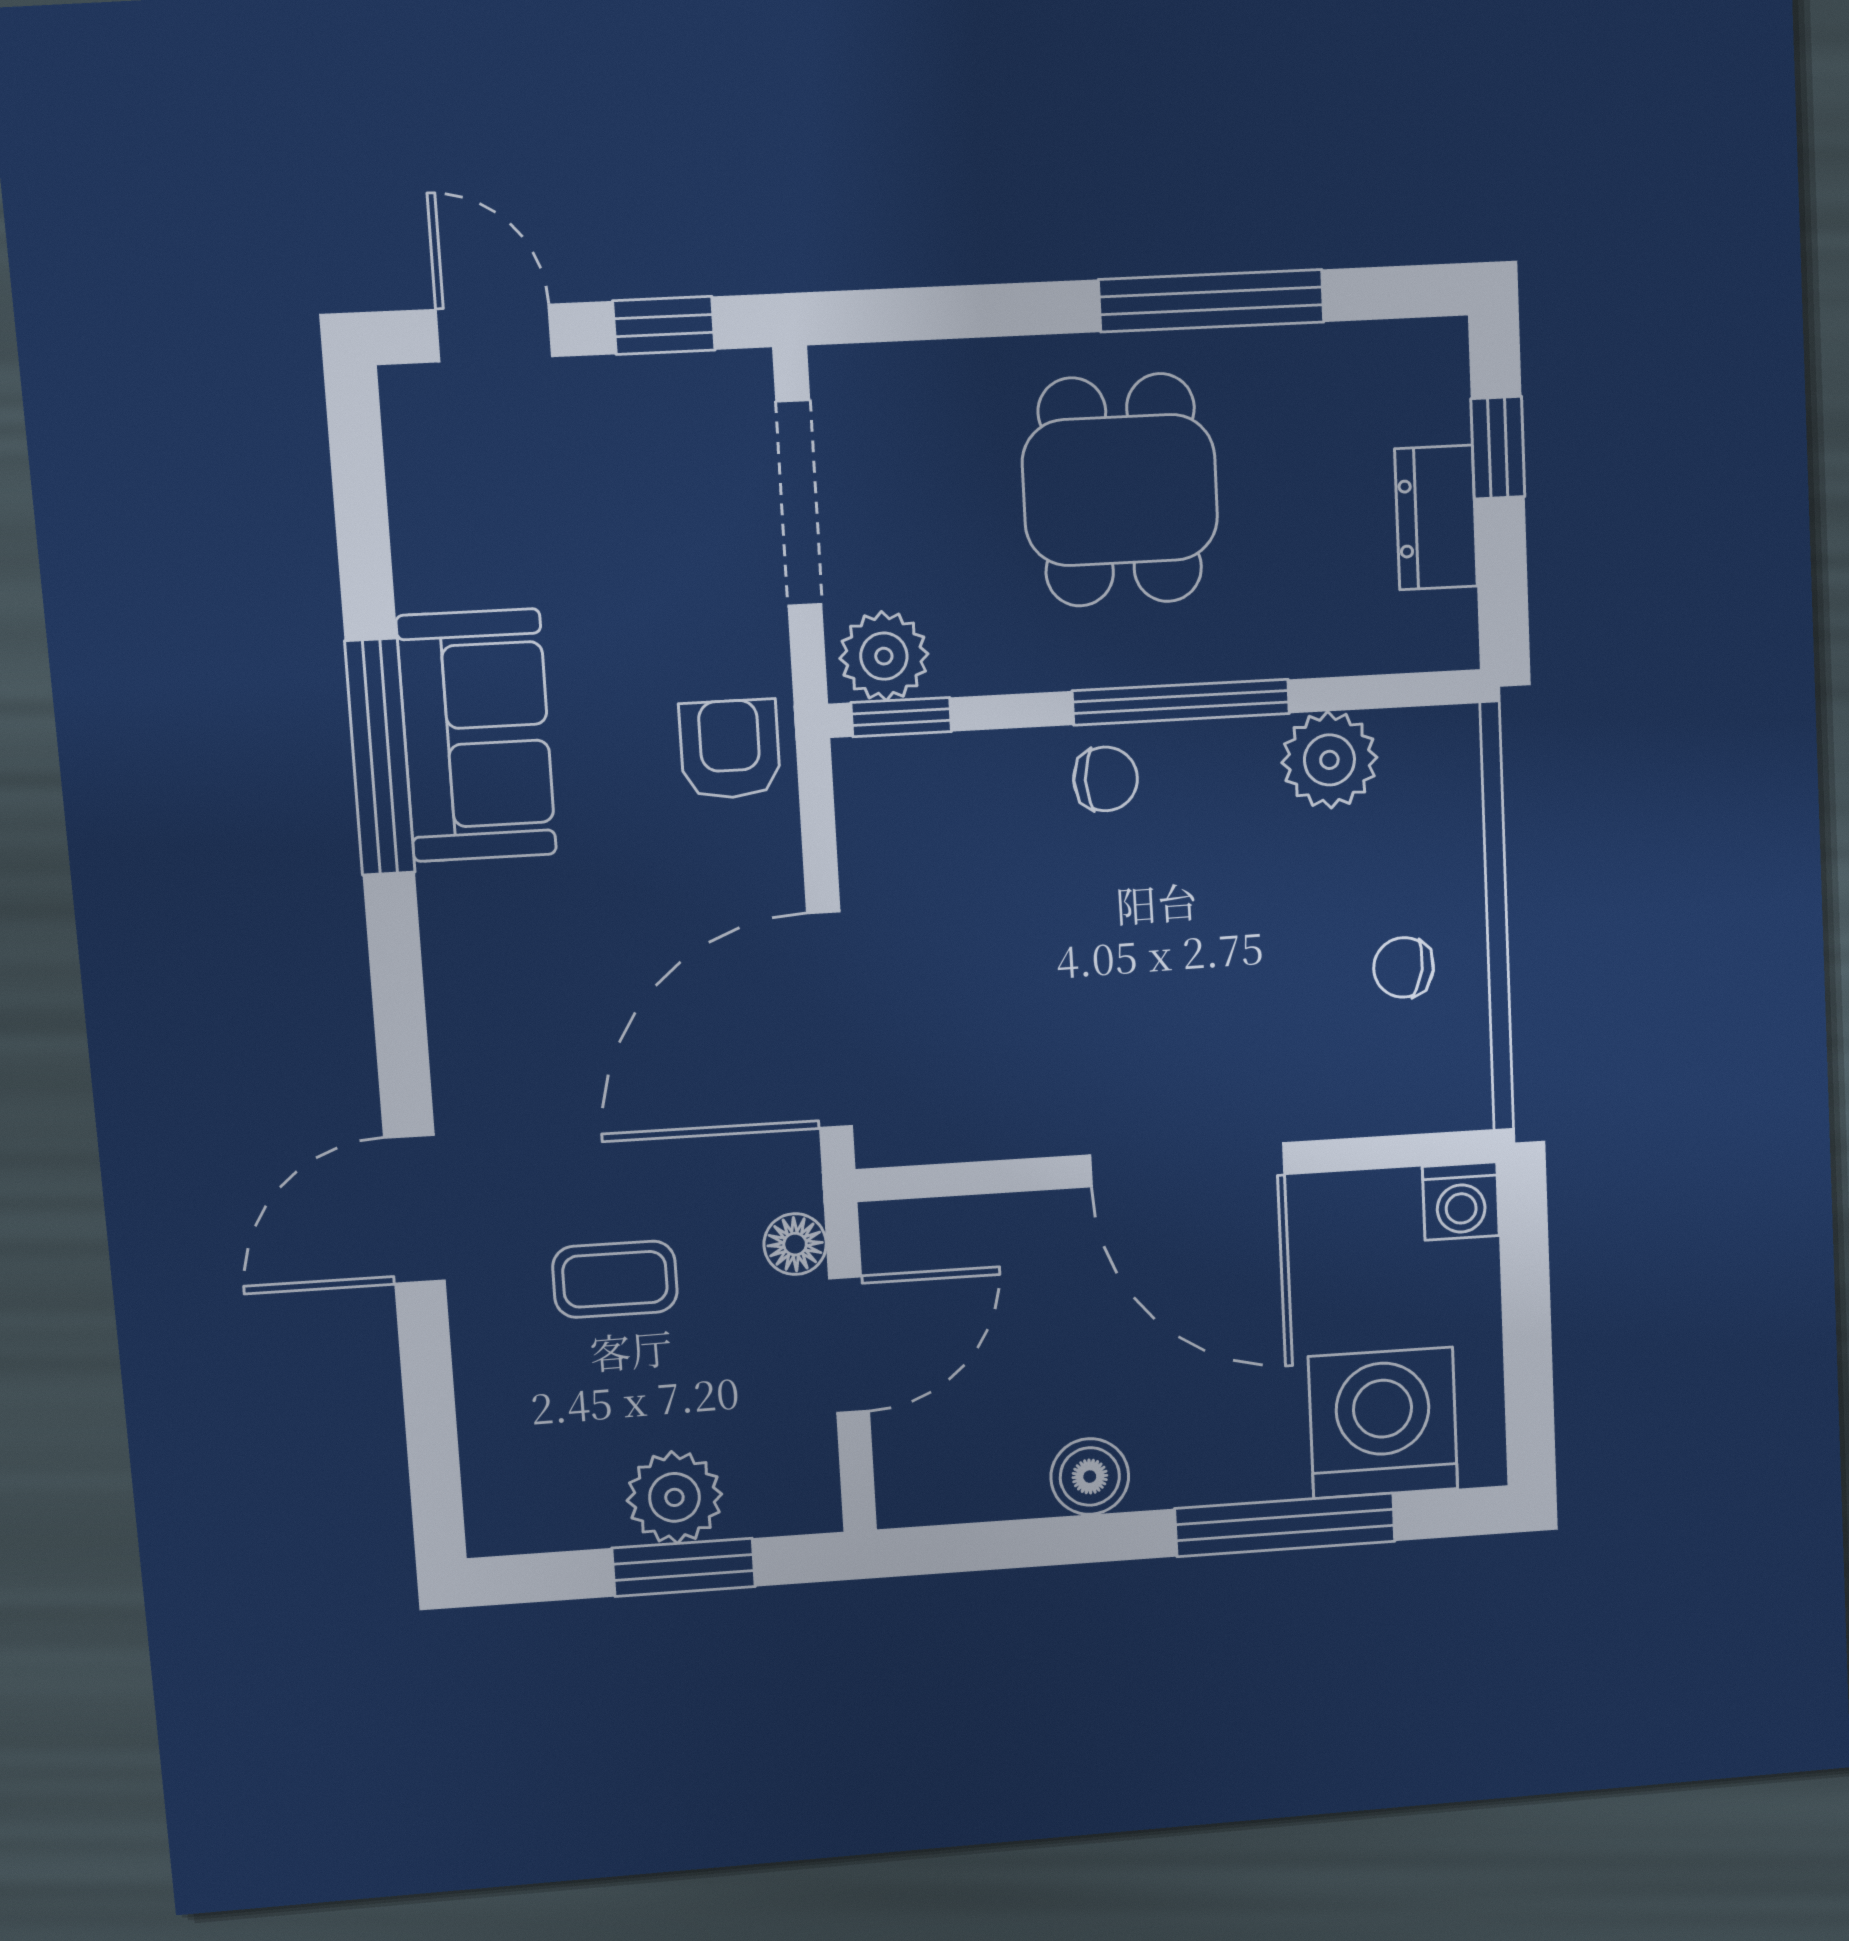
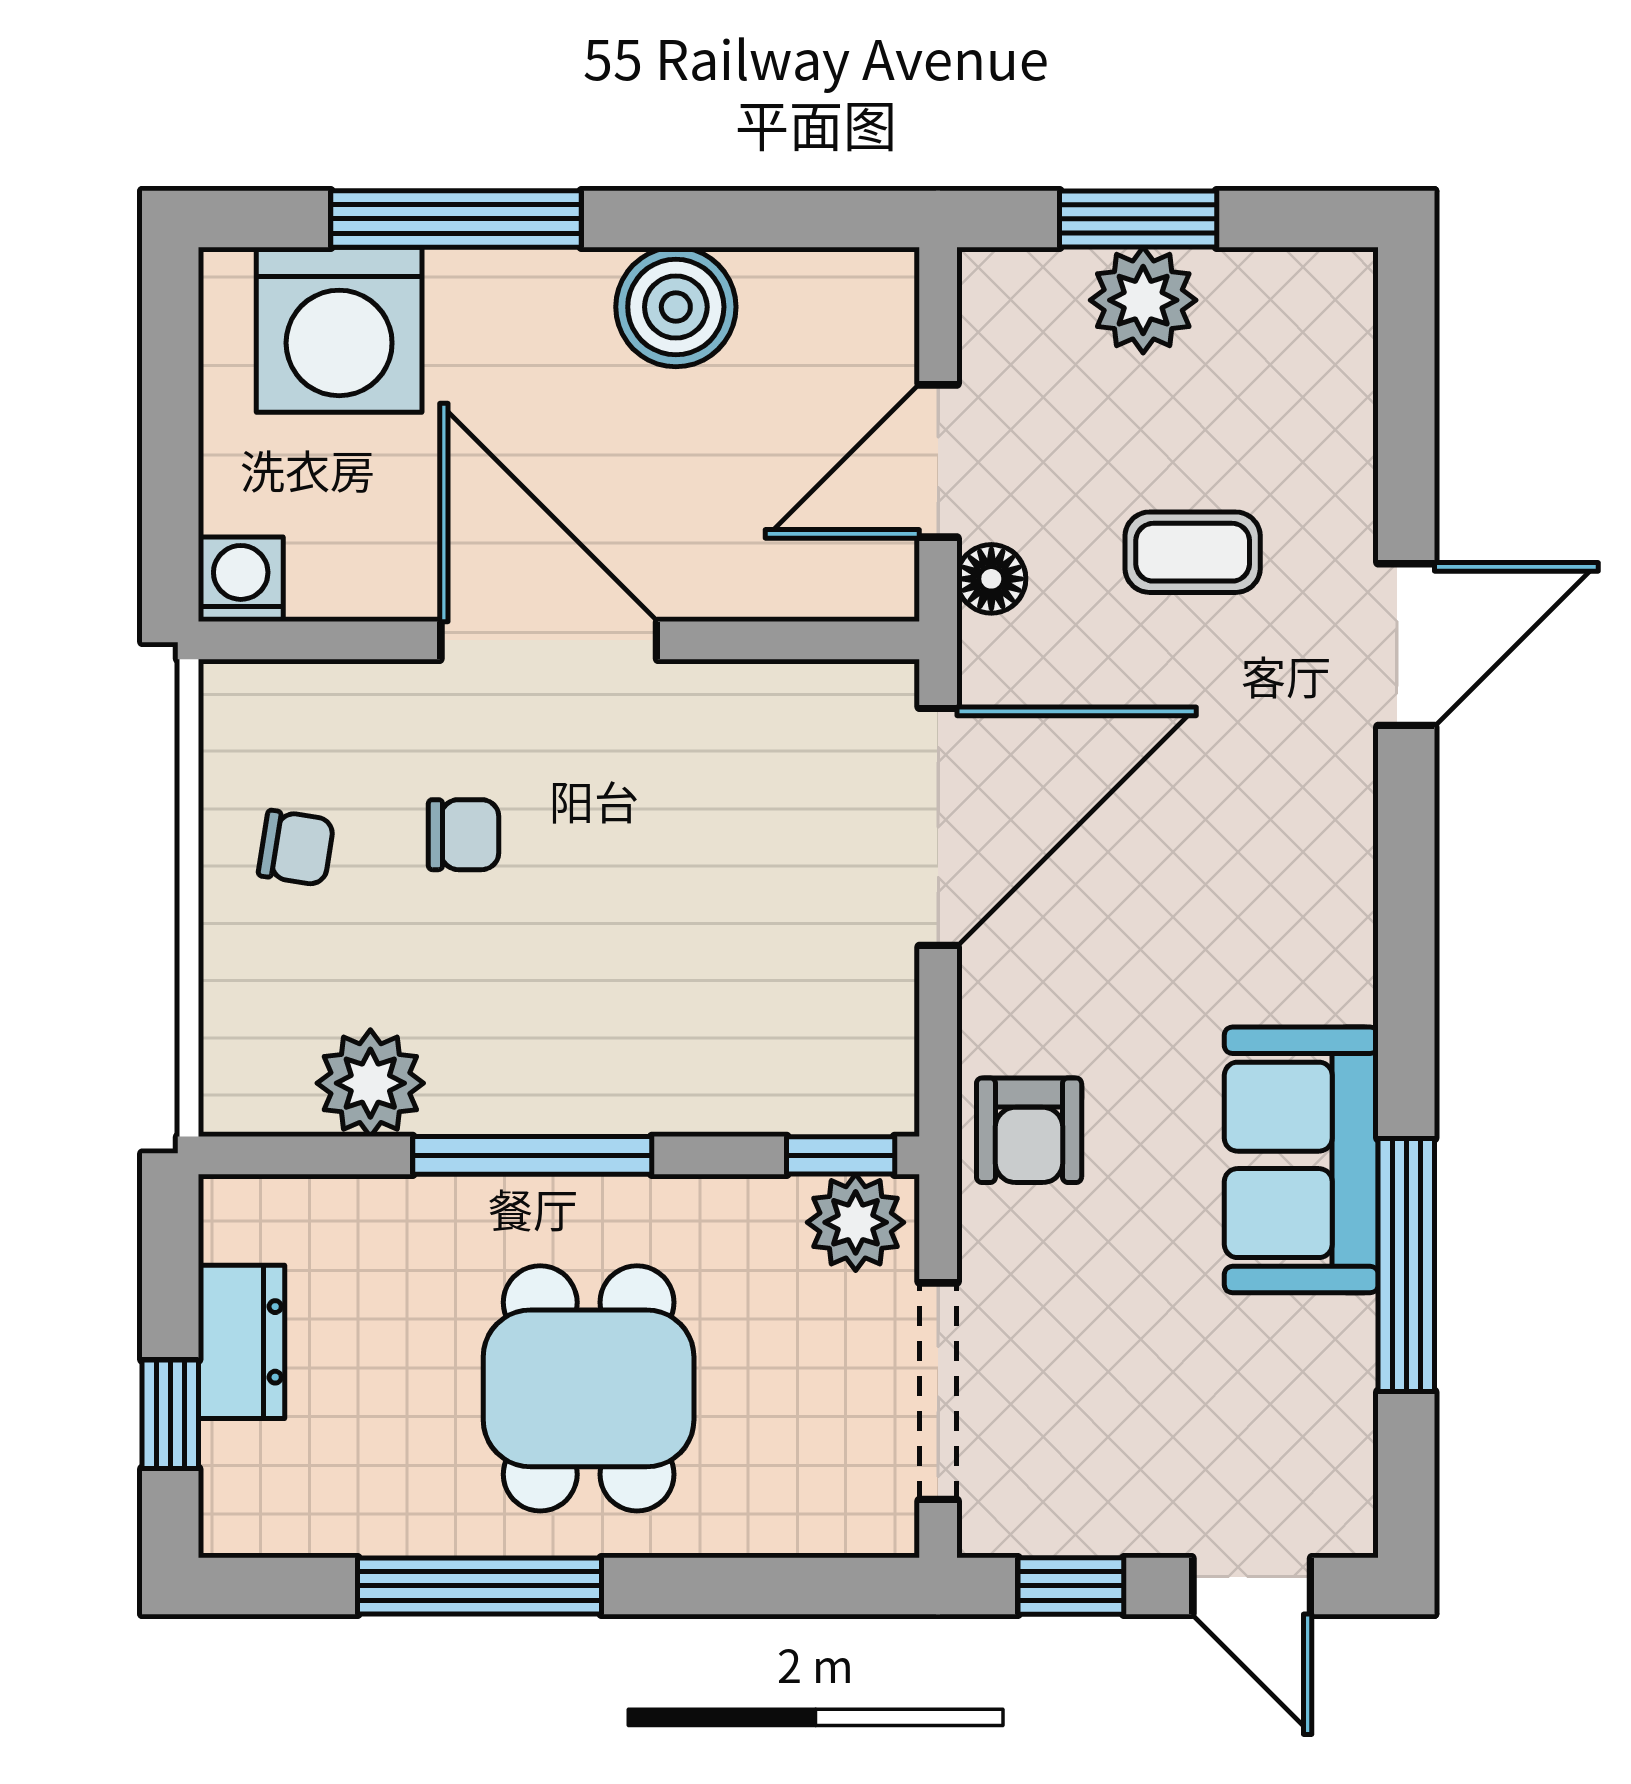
window: (380, 757) -> (1406, 1265), moved
chair: (1106, 779) -> (464, 835), moved, turned 180
boiler: (1090, 1477) -> (676, 307), width x1.36, depth x1.36

